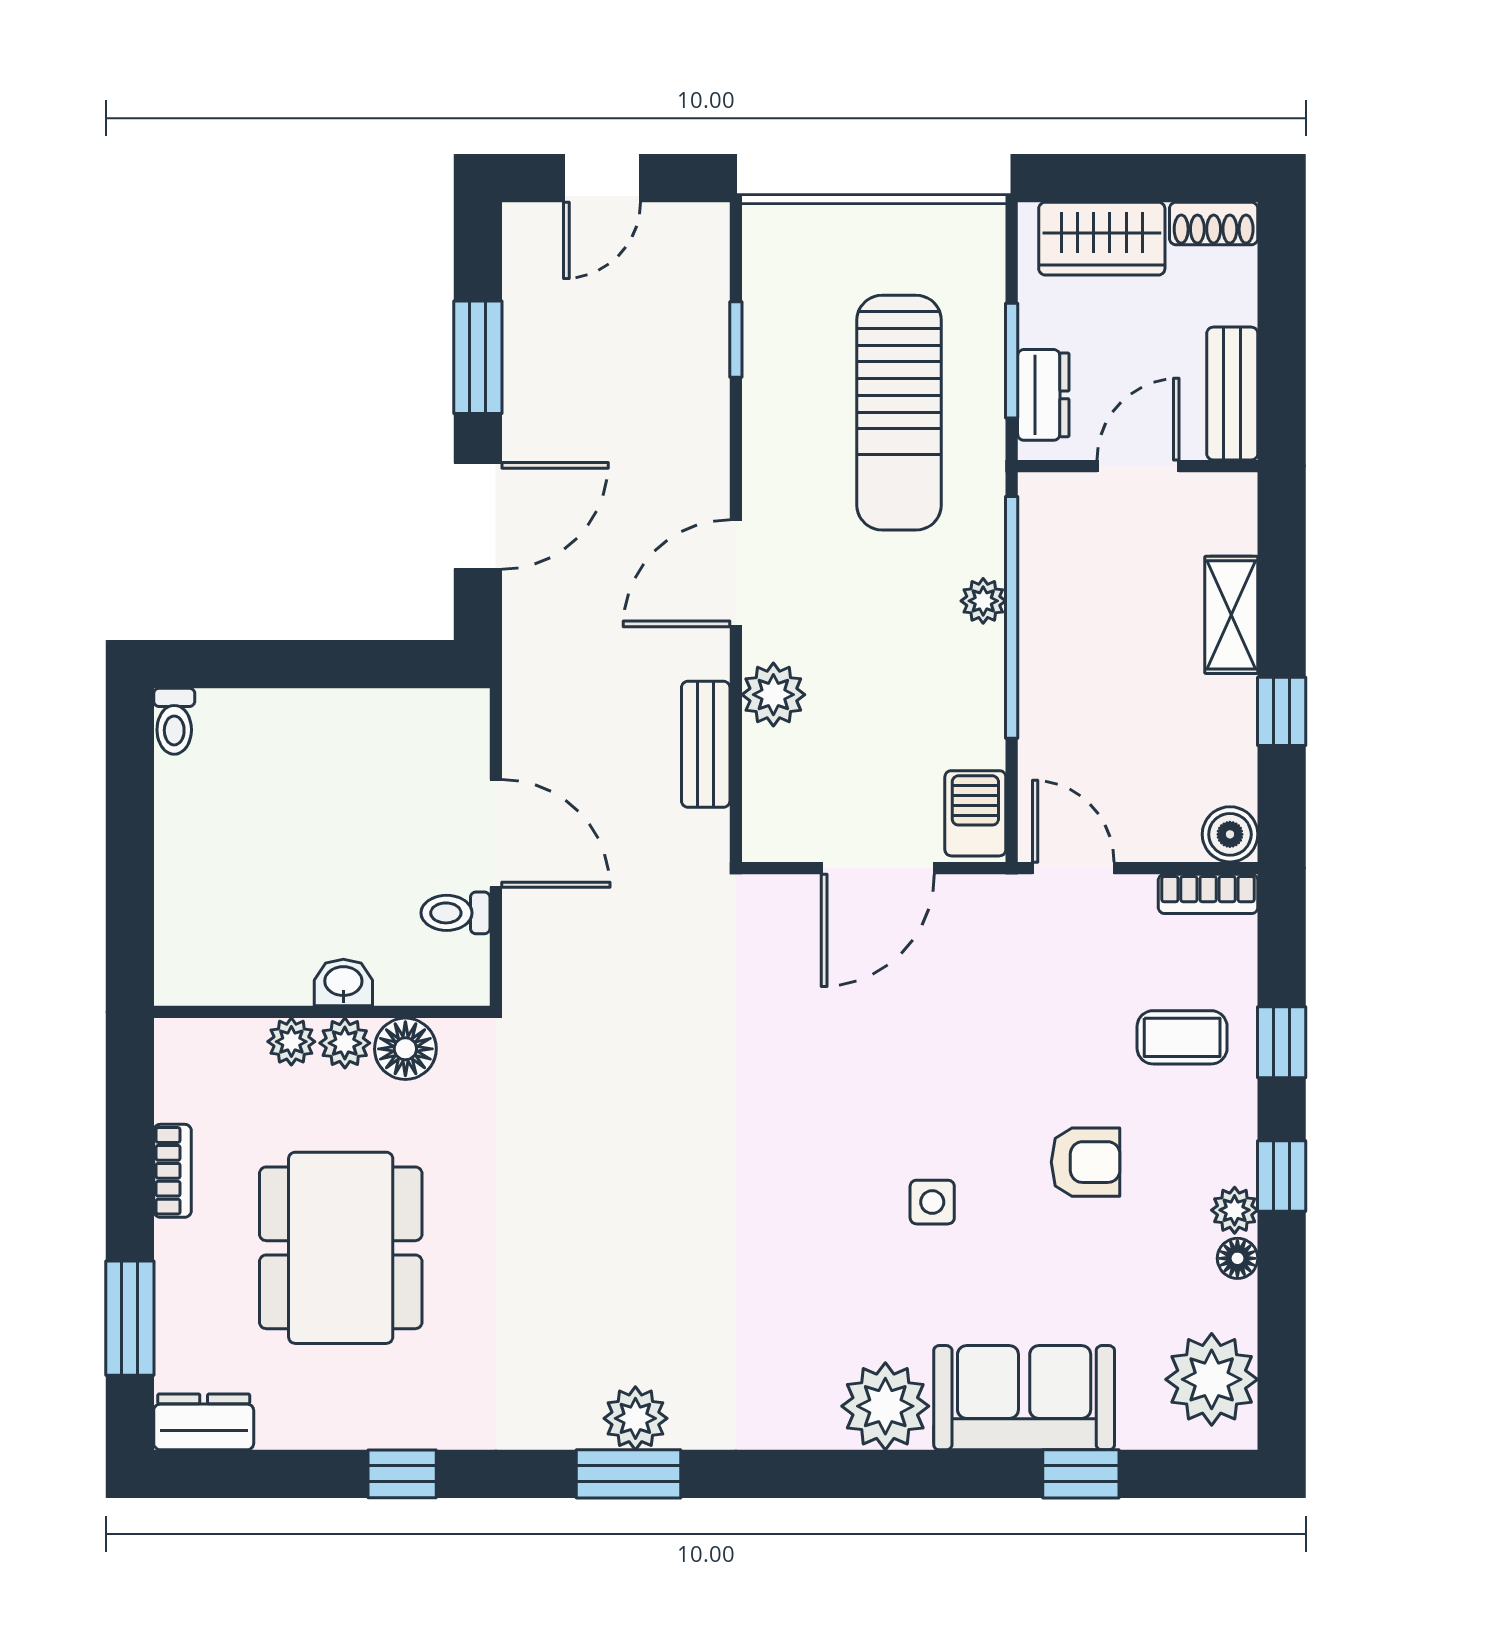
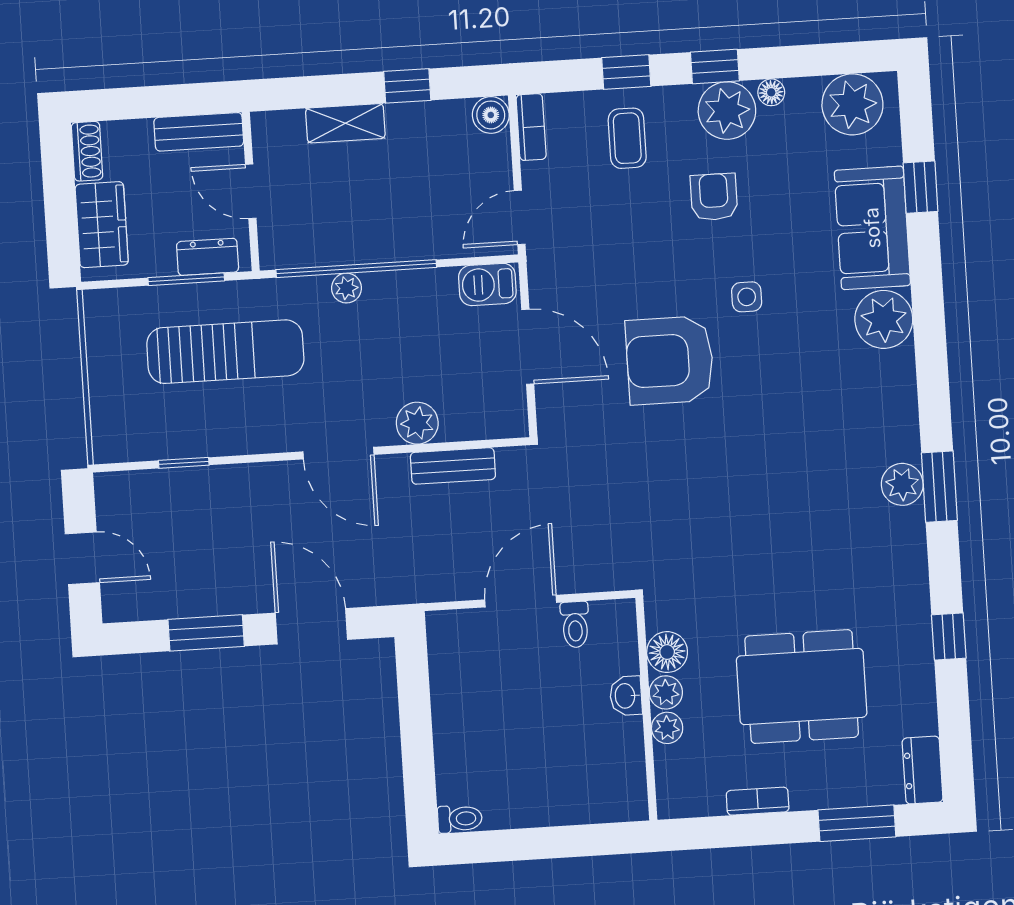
armchair: (844, 1080) -> (670, 360), added
plant: (1235, 1210) -> (727, 111), width x1.88, depth x1.88

